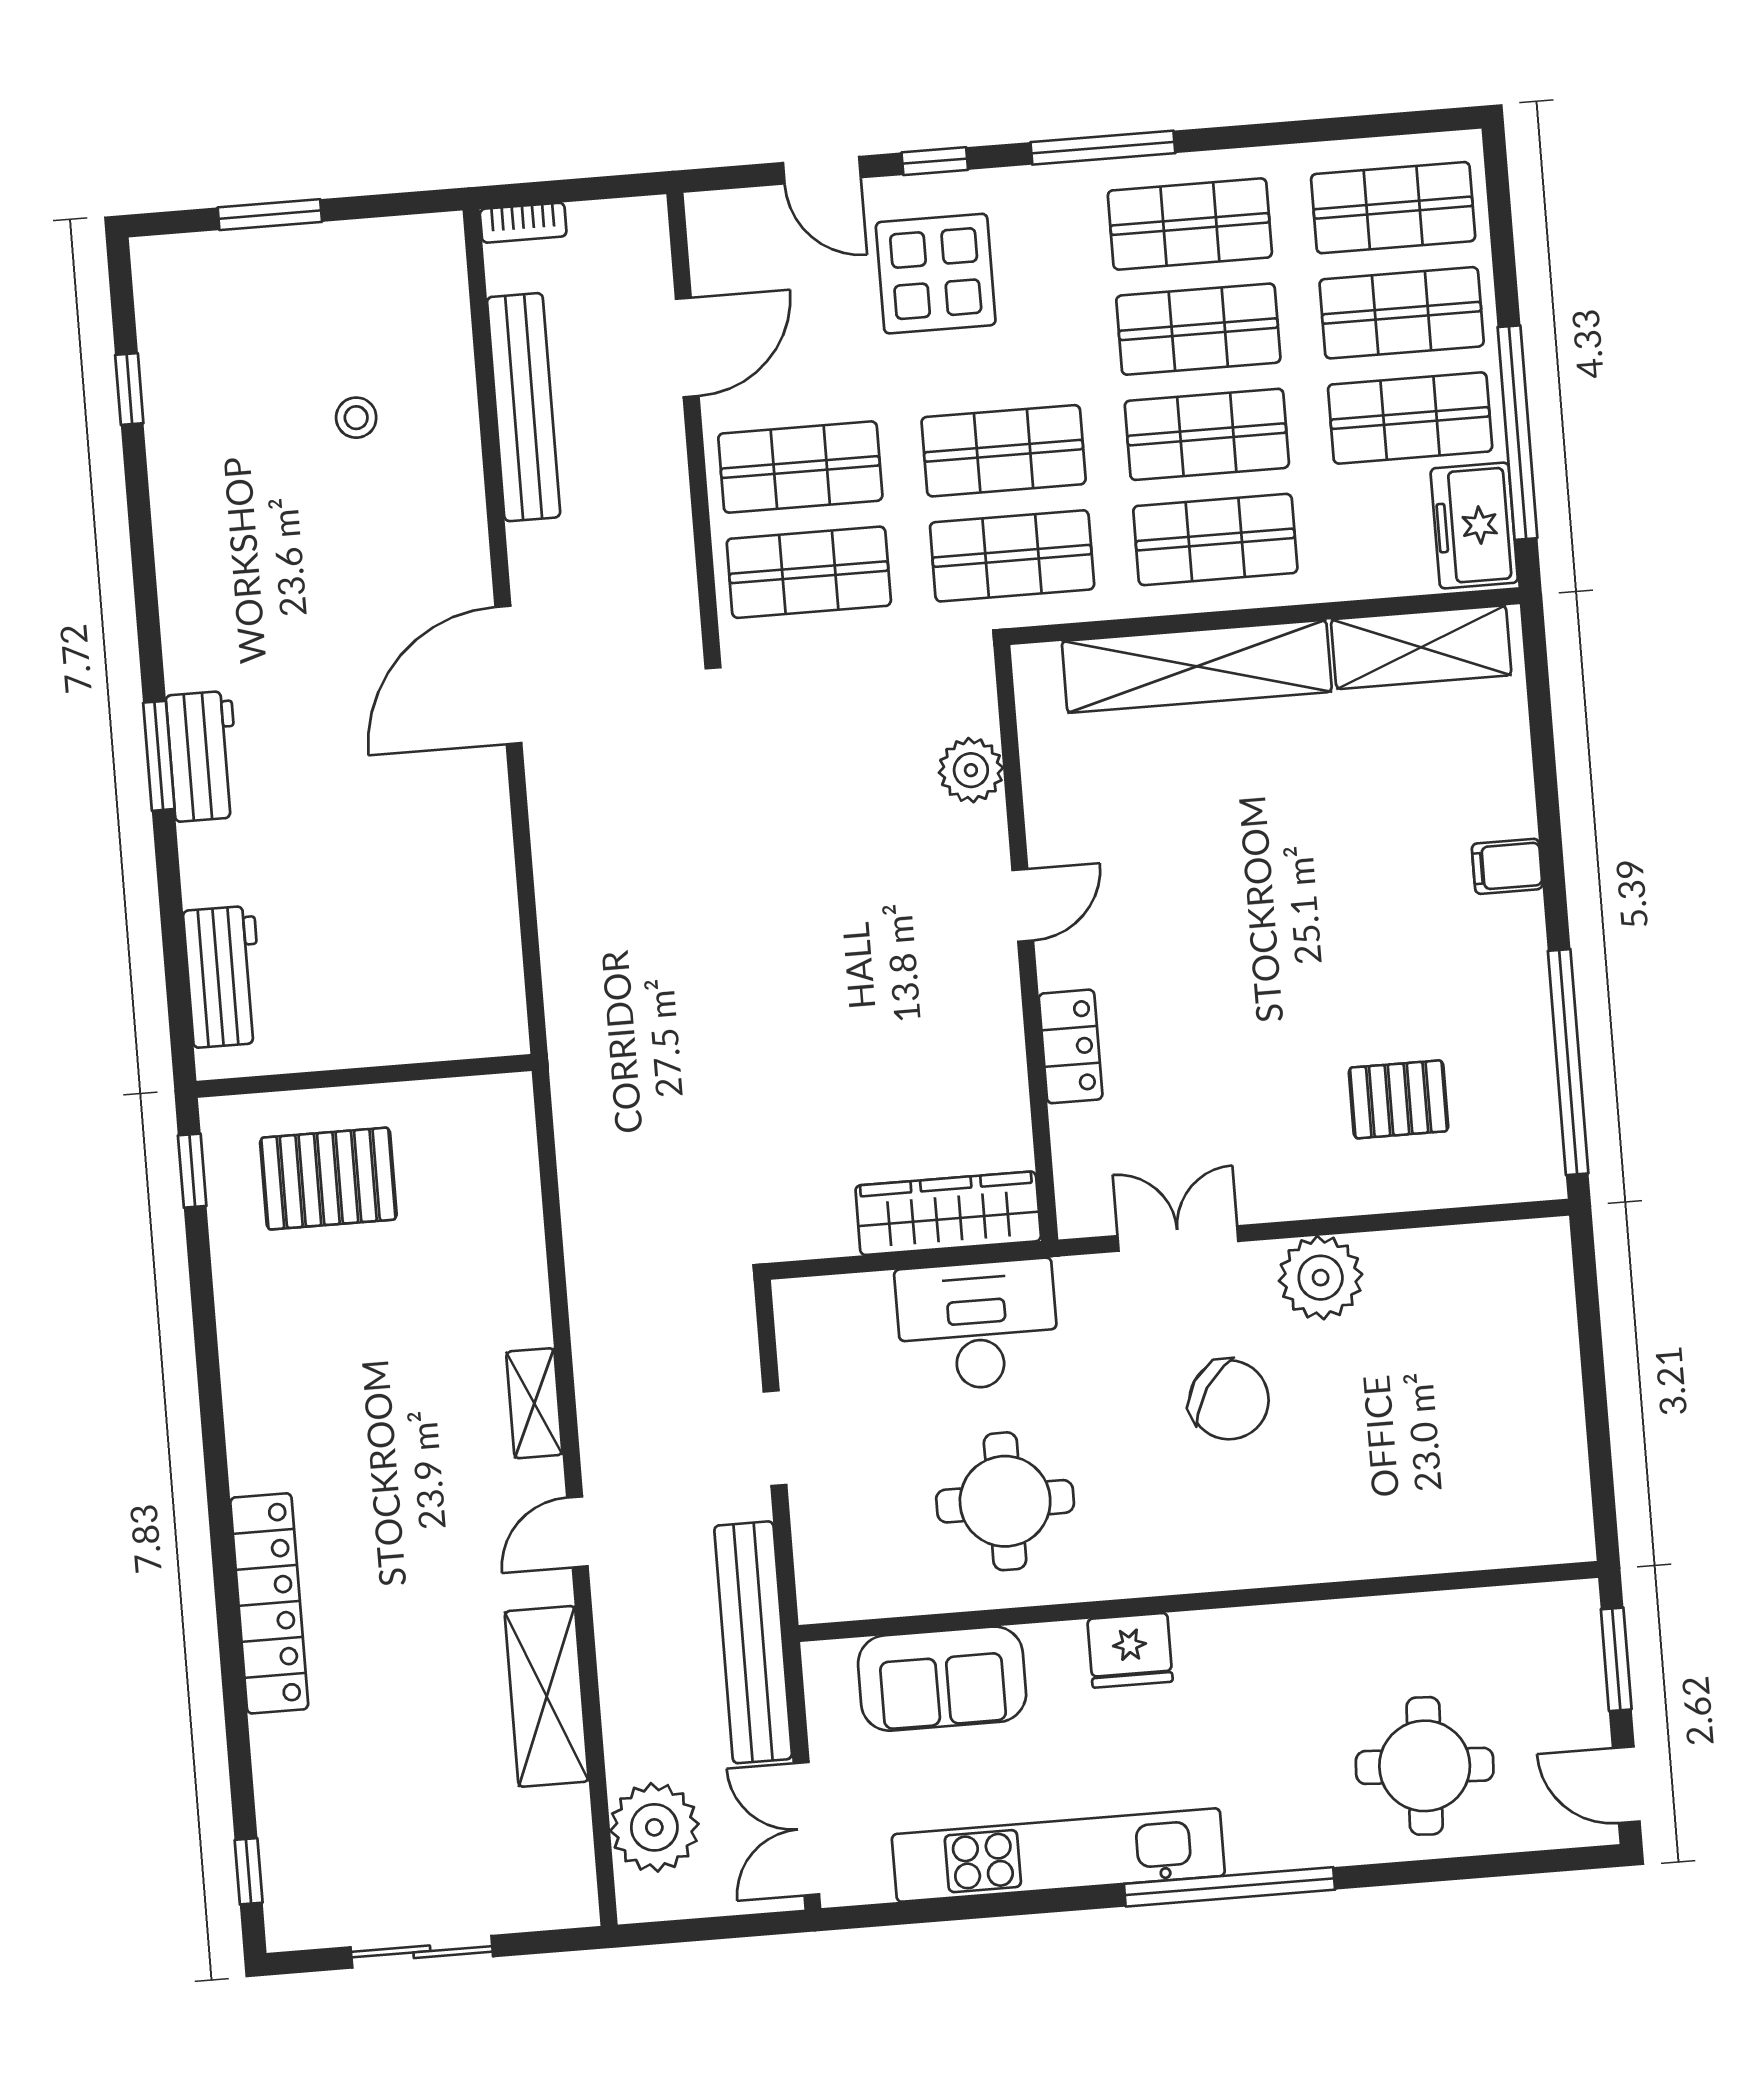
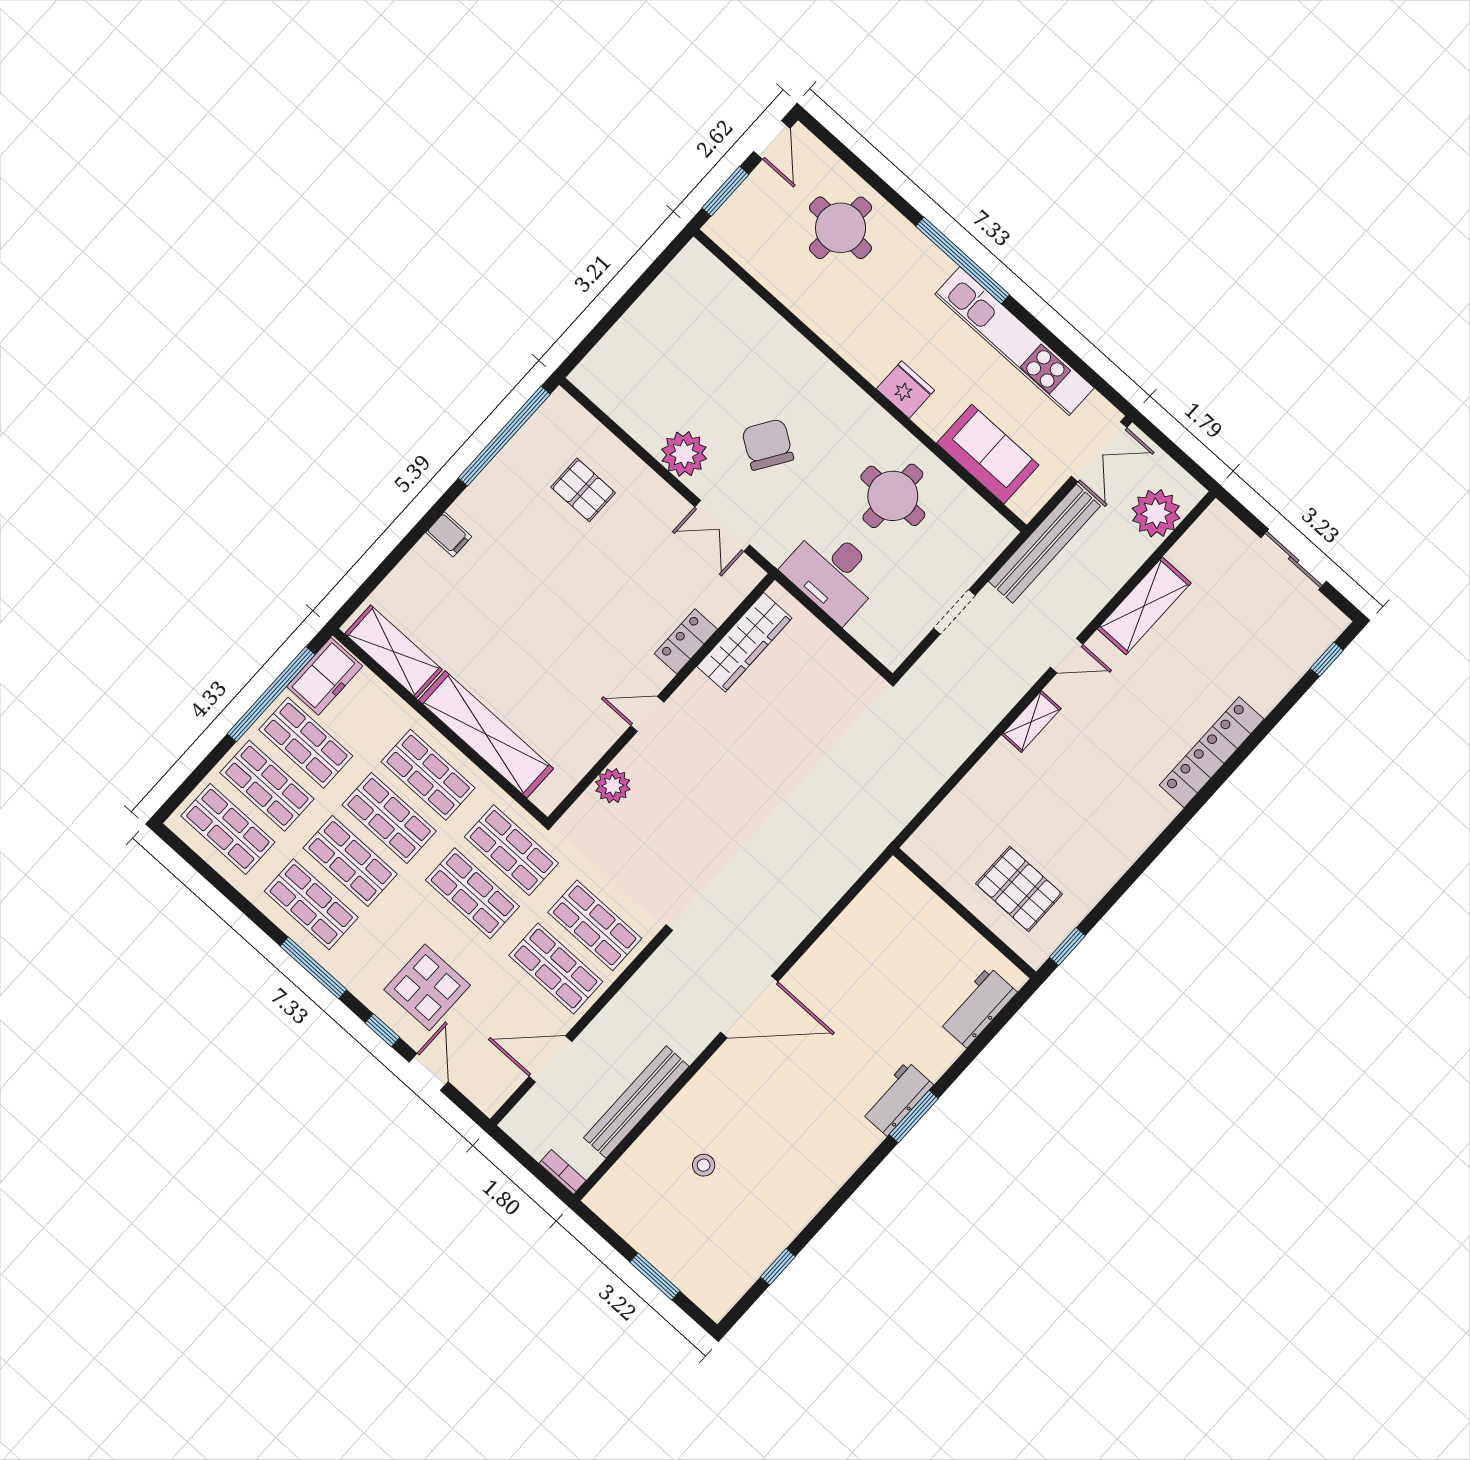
wardrobe: (948, 1213) -> (744, 642), moved, turned -90

